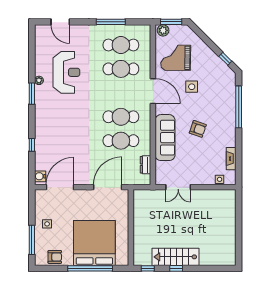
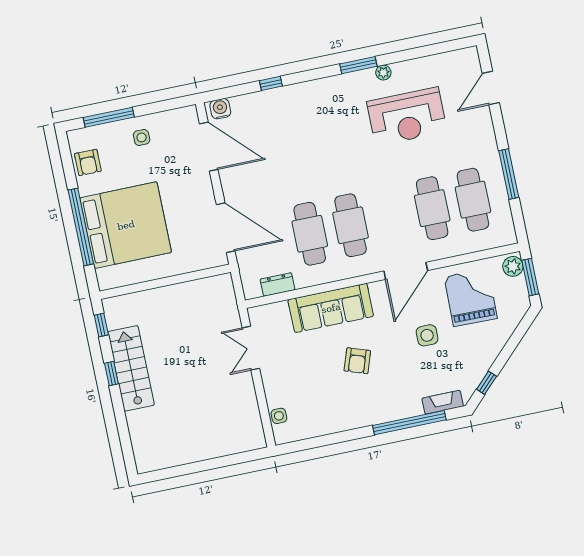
fireplace: (231, 159) -> (443, 402), moved

